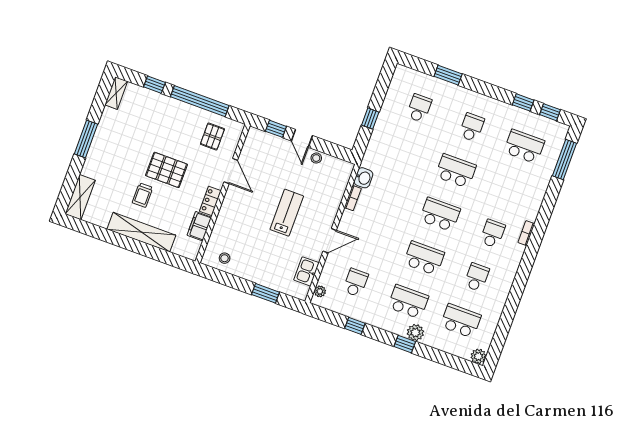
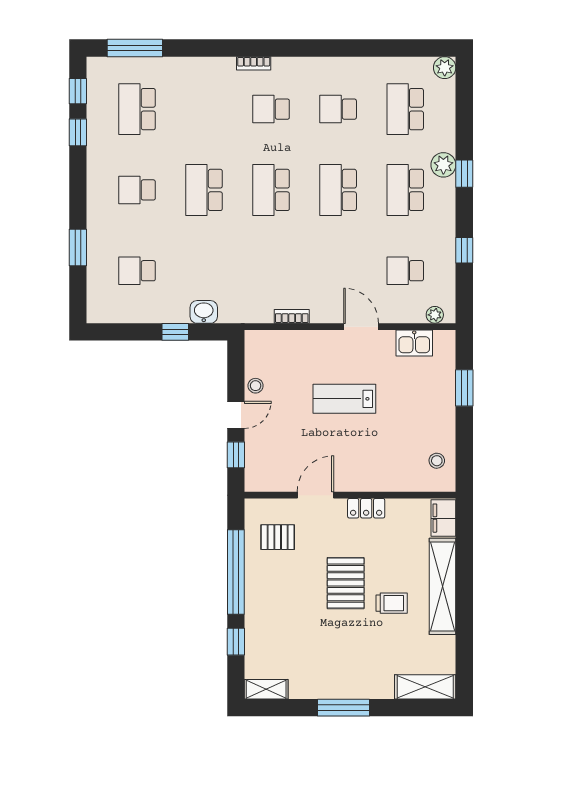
washbasin: (363, 178) -> (204, 312), moved
filing cabinet: (199, 226) -> (443, 518), moved, turned 90

